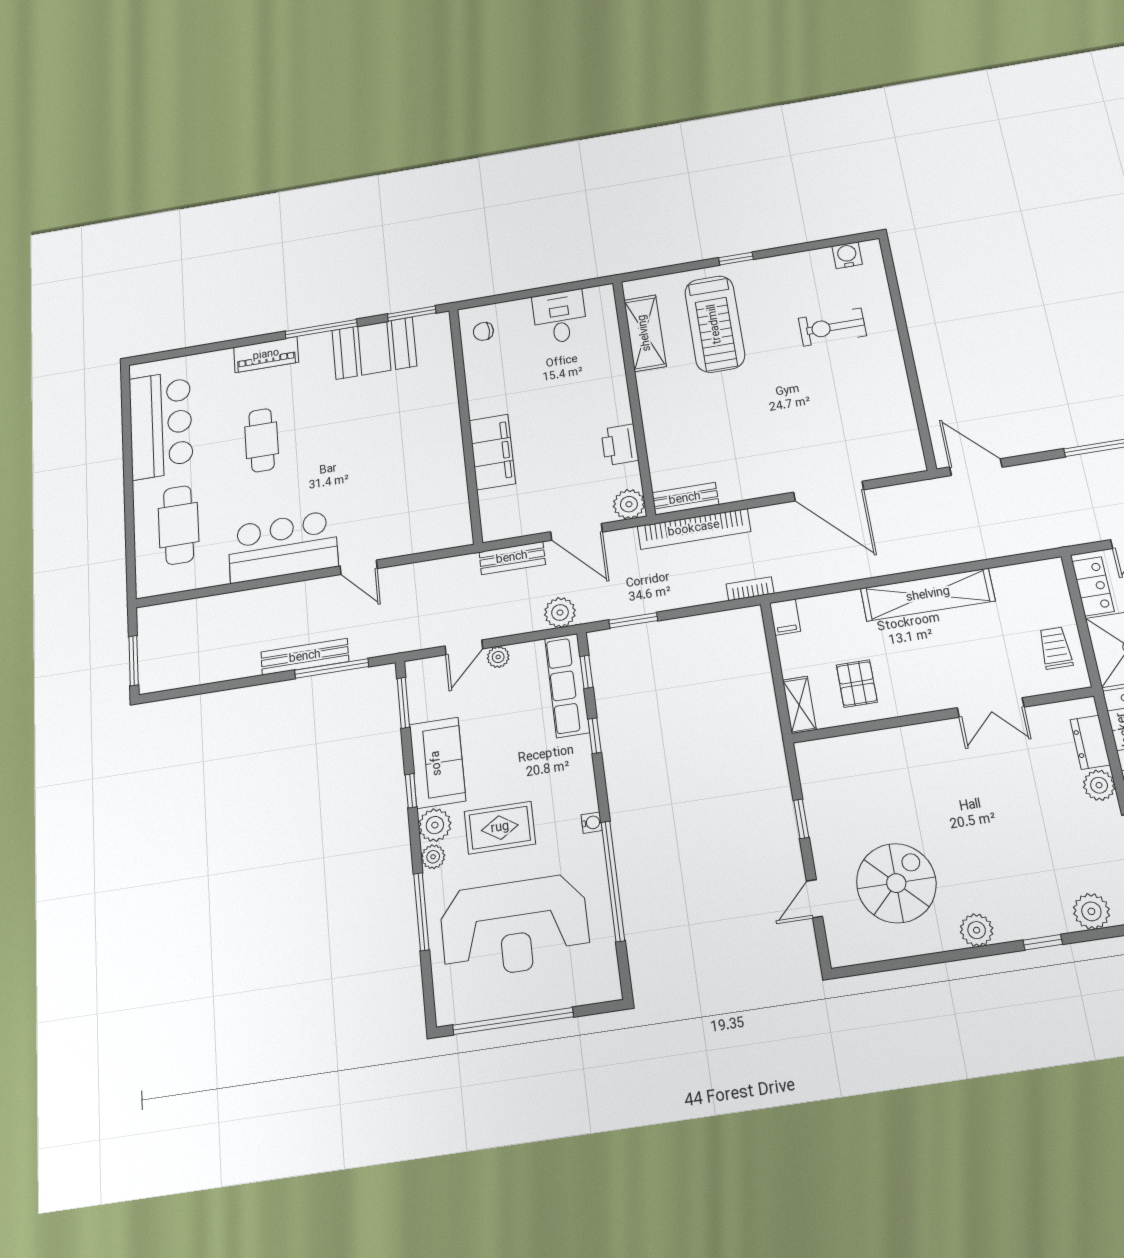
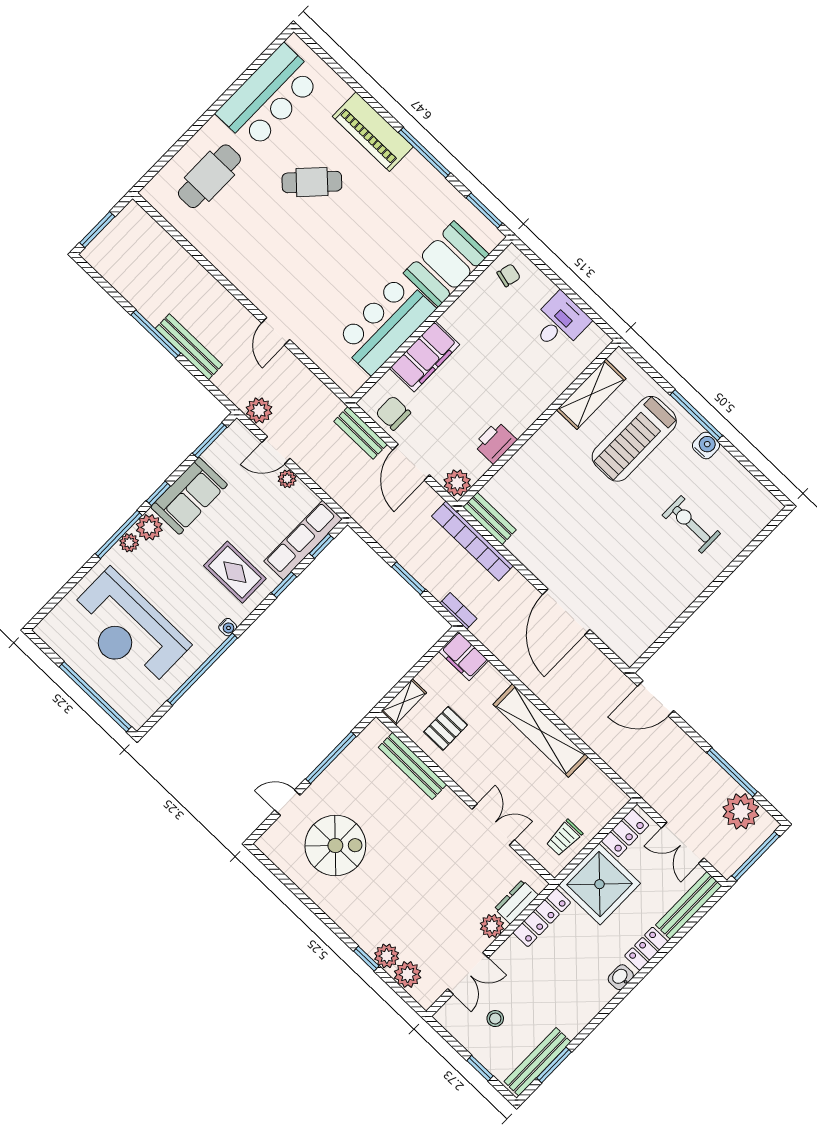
water cooler: (847, 255) -> (706, 445), moved
window: (736, 259) -> (696, 415), width x2.17
chair: (483, 331) -> (509, 275), turned 104
booth: (374, 348) -> (446, 264), moved, turned 90
piano: (266, 355) -> (373, 132), width x1.37, depth x1.33
cafe table: (262, 440) -> (312, 182), turned 44
door: (976, 467) -> (656, 698), swing flipped
chair: (519, 516) -> (393, 413), added
bar counter: (283, 547) -> (385, 324), moved, turned -90
plant: (560, 613) -> (259, 410), moved
filing cabinet: (785, 617) -> (464, 656), width x2.00
window: (633, 620) -> (409, 578), moved
trolley: (1055, 648) -> (564, 838), turned 180
window: (332, 668) -> (156, 334), moved
double door: (991, 707) -> (493, 824), swing flipped
bench: (871, 744) -> (412, 766), added
window: (801, 819) -> (331, 758), width x2.17
rug: (500, 828) -> (235, 572), moved
window: (421, 912) -> (119, 534), moved
plant: (977, 930) -> (387, 956), moved
window: (513, 1021) -> (95, 697), moved

